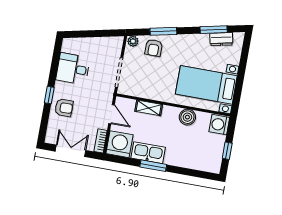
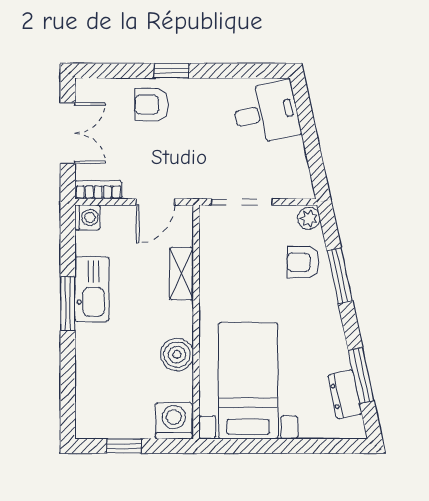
desk: (73, 69) -> (266, 113), moved, turned 78
armchair: (64, 108) -> (151, 105), turned 90
washing machine: (119, 144) -> (87, 217), width x0.53, depth x0.53

